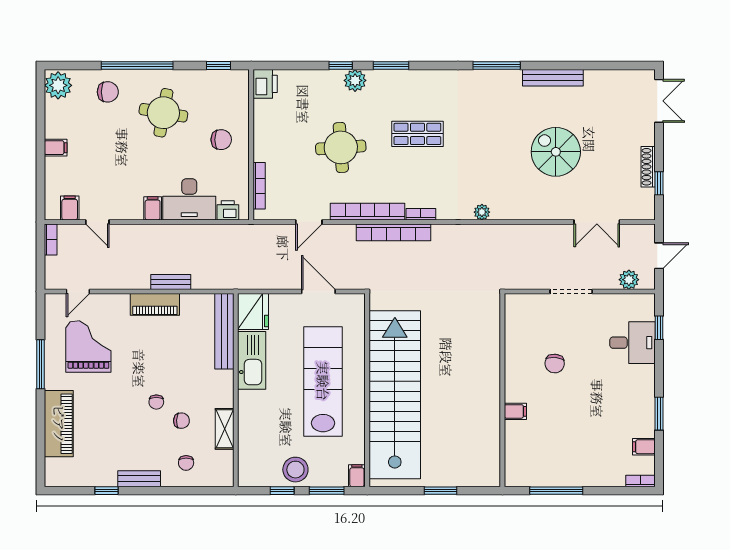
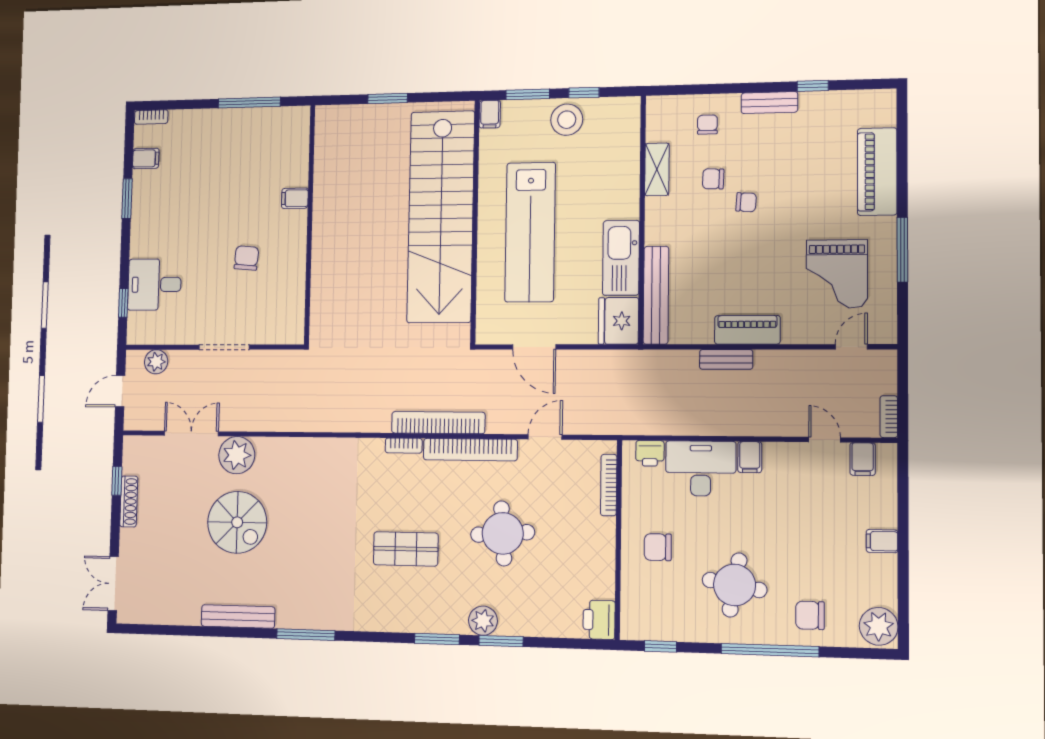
window: (341, 65) -> (501, 641), width x1.50
plant: (482, 212) -> (237, 455), moved, width x1.87, depth x1.87
chair: (156, 402) -> (746, 202), turned 94

